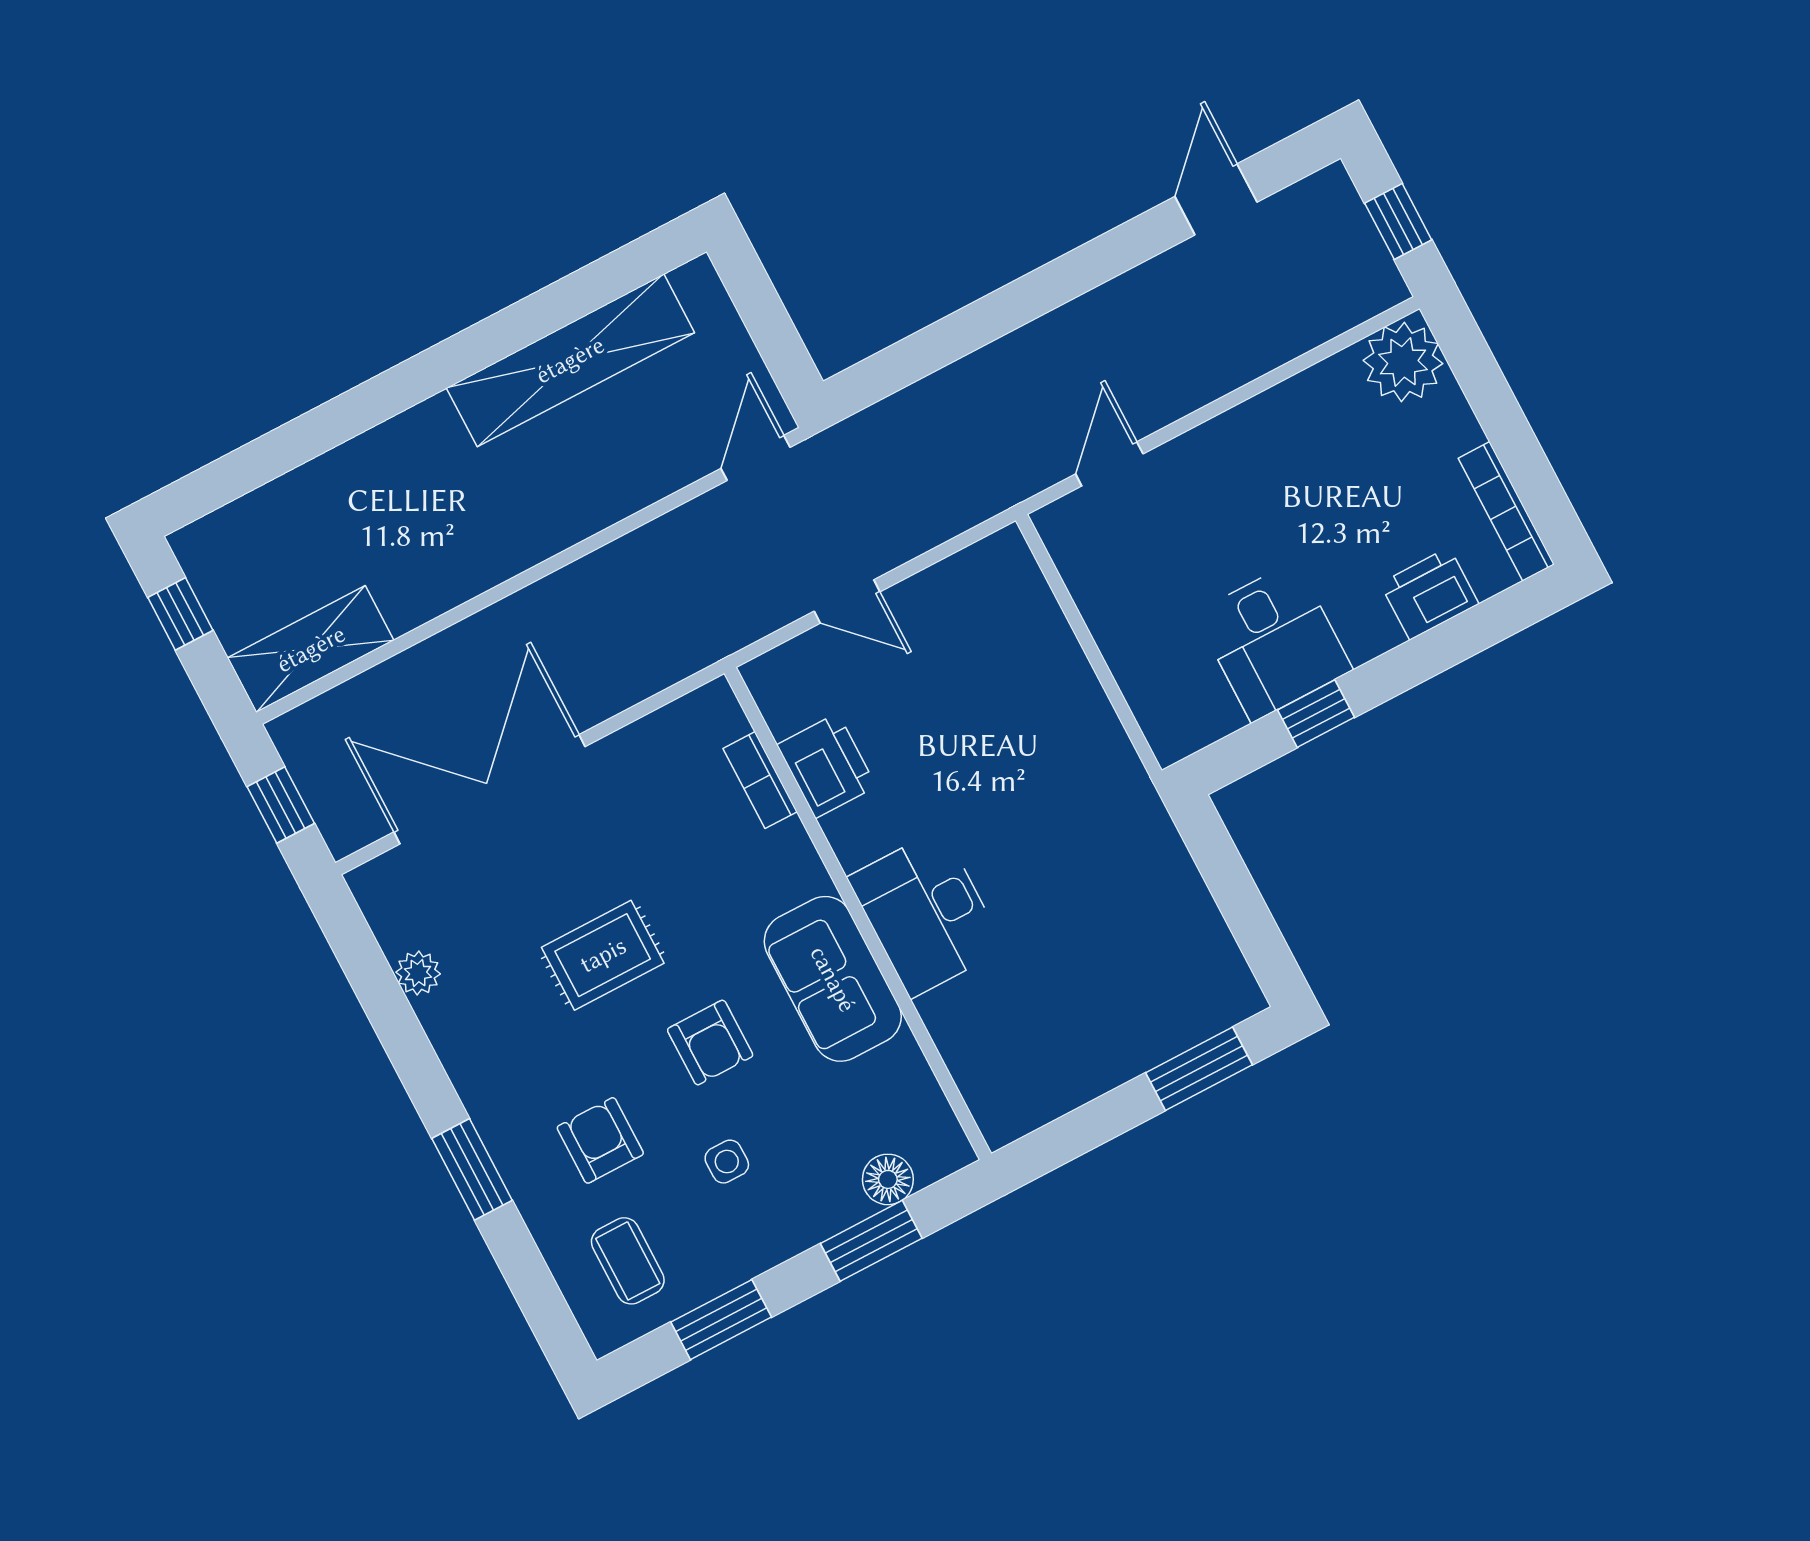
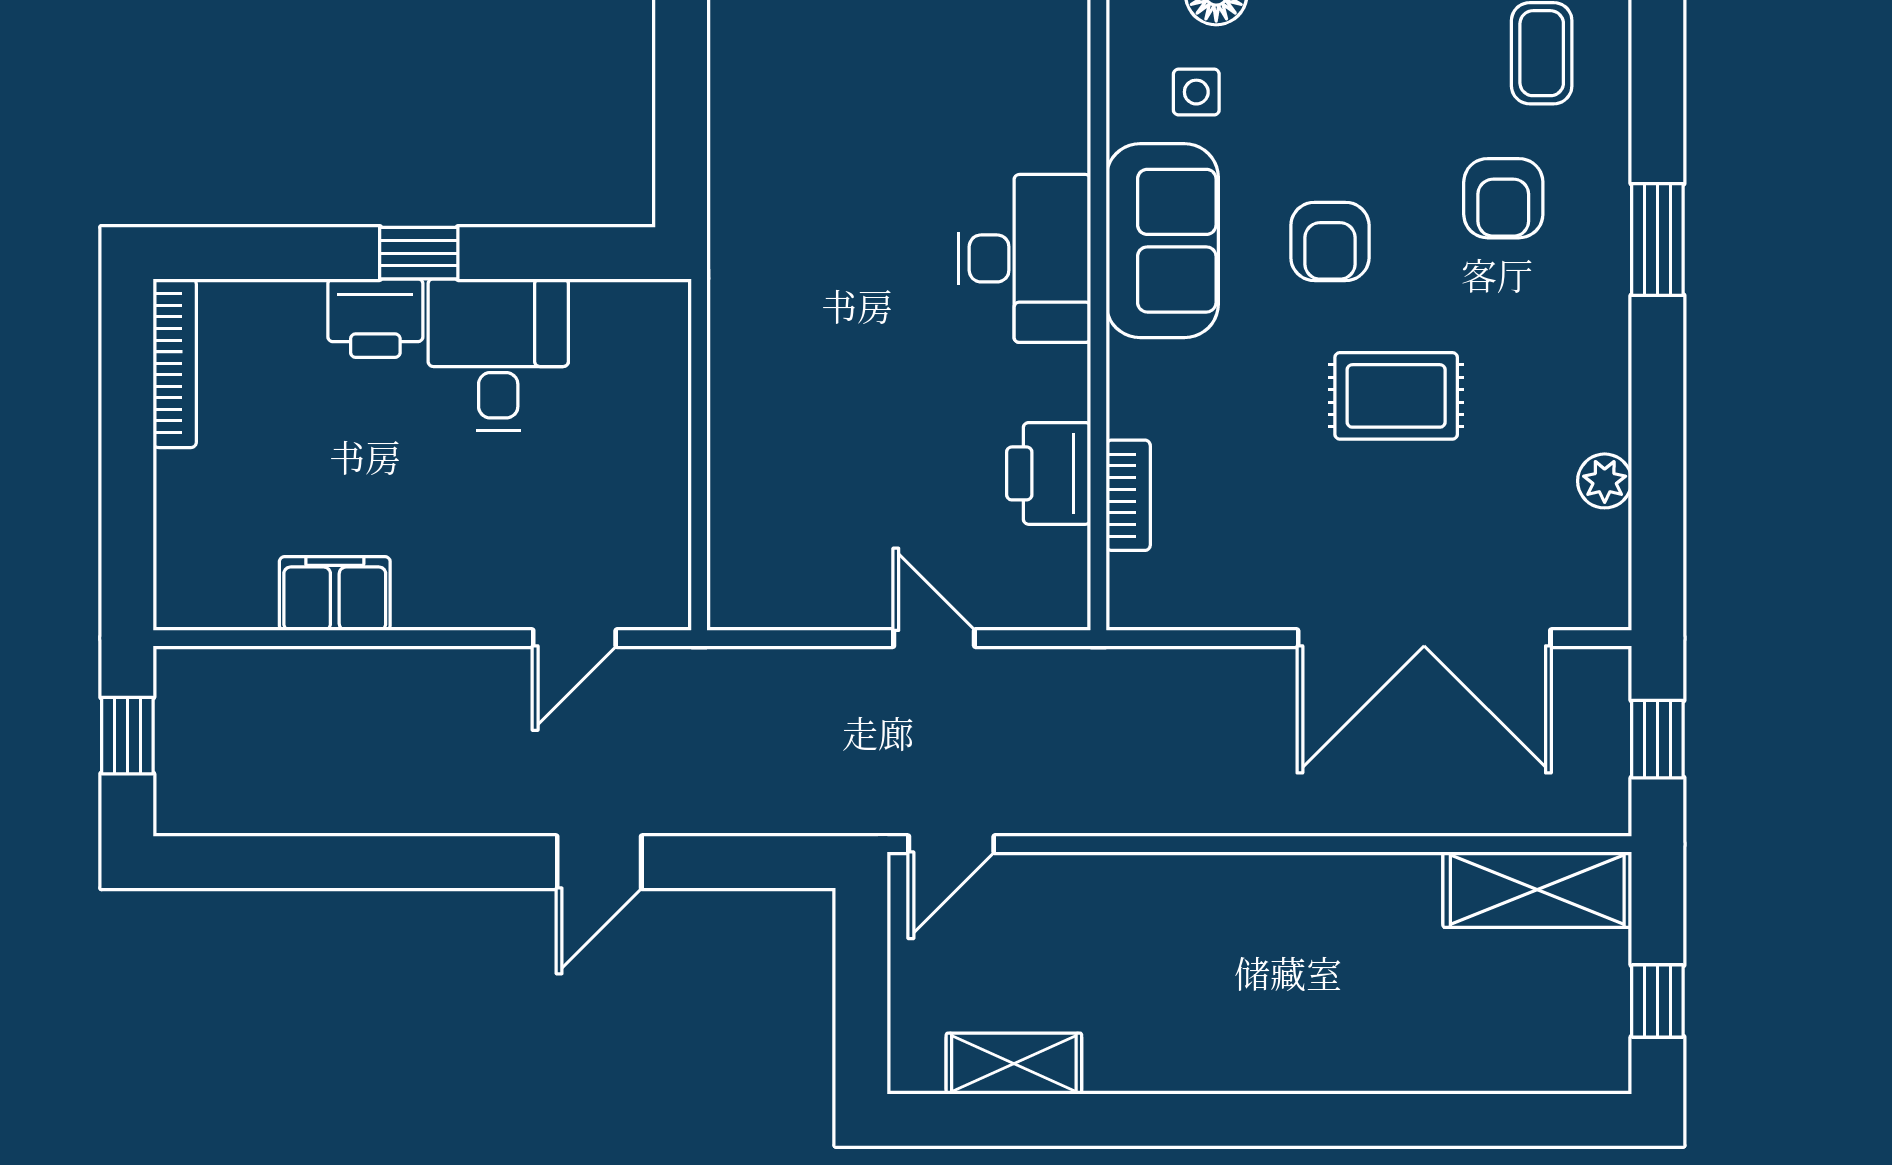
door: (1216, 199) -> (599, 862), moved
shelving: (570, 360) -> (1014, 1064), width x0.45, depth x0.75
plant: (1403, 362) -> (202, 582), removed
filing cabinet: (1301, 405) -> (335, 593), added
printer: (1429, 594) -> (375, 318), moved
window: (1316, 714) -> (419, 253), moved
armchair: (710, 1043) -> (1330, 241), turned 180
side table: (727, 1162) -> (1196, 92), moved

